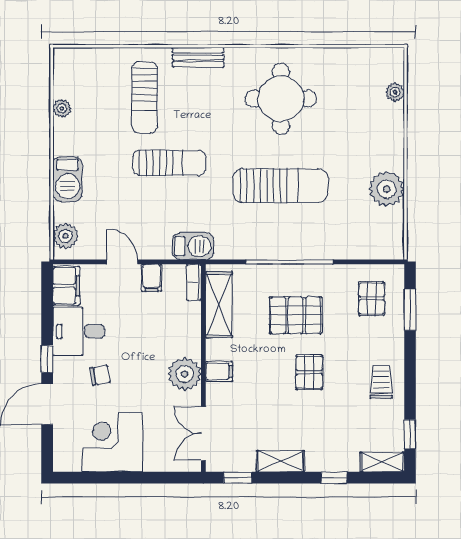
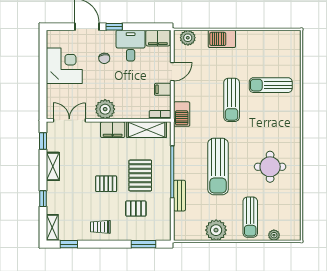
bench: (198, 57) -> (179, 196), moved
round table: (281, 99) -> (270, 167), width x0.73, depth x0.73
plant: (62, 108) -> (264, 36), removed
sun lounger: (365, 132) -> (250, 217), added
pallet: (372, 299) -> (136, 209), moved
filing cabinet: (219, 371) -> (113, 130), width x2.00
trolley: (381, 382) -> (100, 227), turned 180

